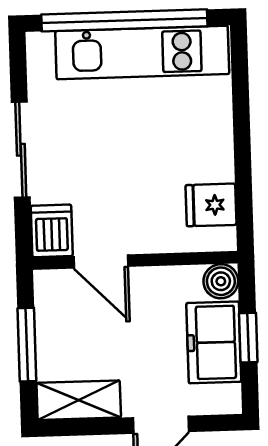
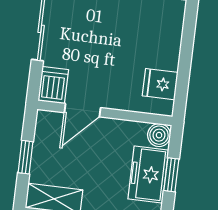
door: (101, 261) -> (82, 110), hinge flipped
window: (27, 345) -> (26, 157), width x0.67

